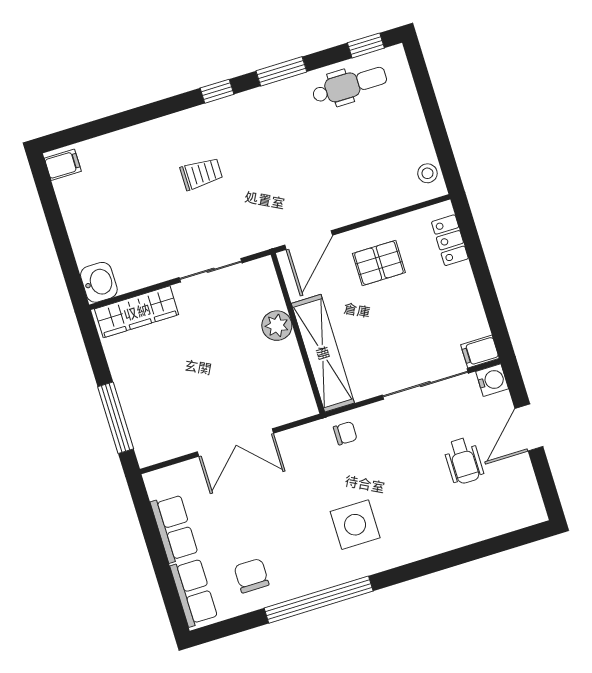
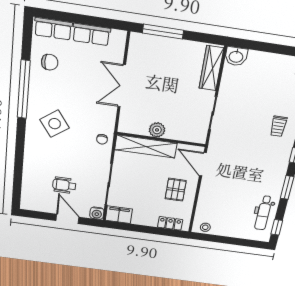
trolley: (201, 174) -> (278, 126), moved
plant: (277, 326) -> (157, 130), moved
filing cabinet: (480, 352) -> (119, 215), width x2.00
side table: (355, 525) -> (55, 124), turned -36

